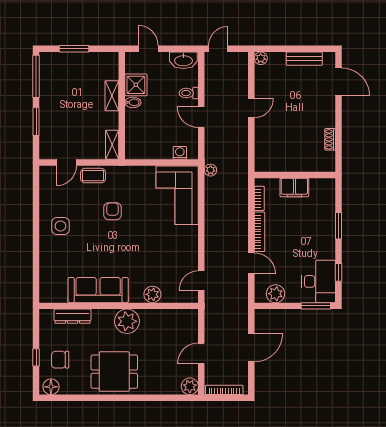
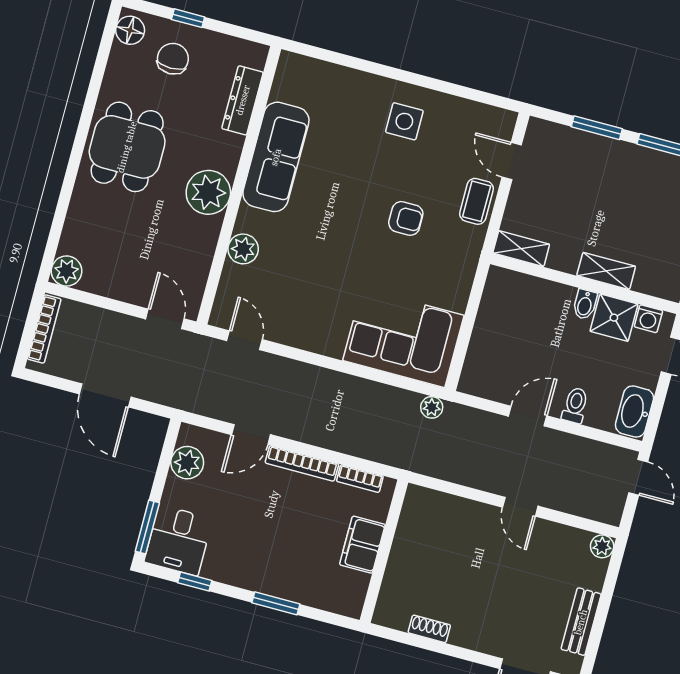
washing machine: (180, 153) -> (648, 319), moved, turned 90
desk: (319, 281) -> (178, 540), width x0.73
door: (201, 354) -> (165, 319), moved

